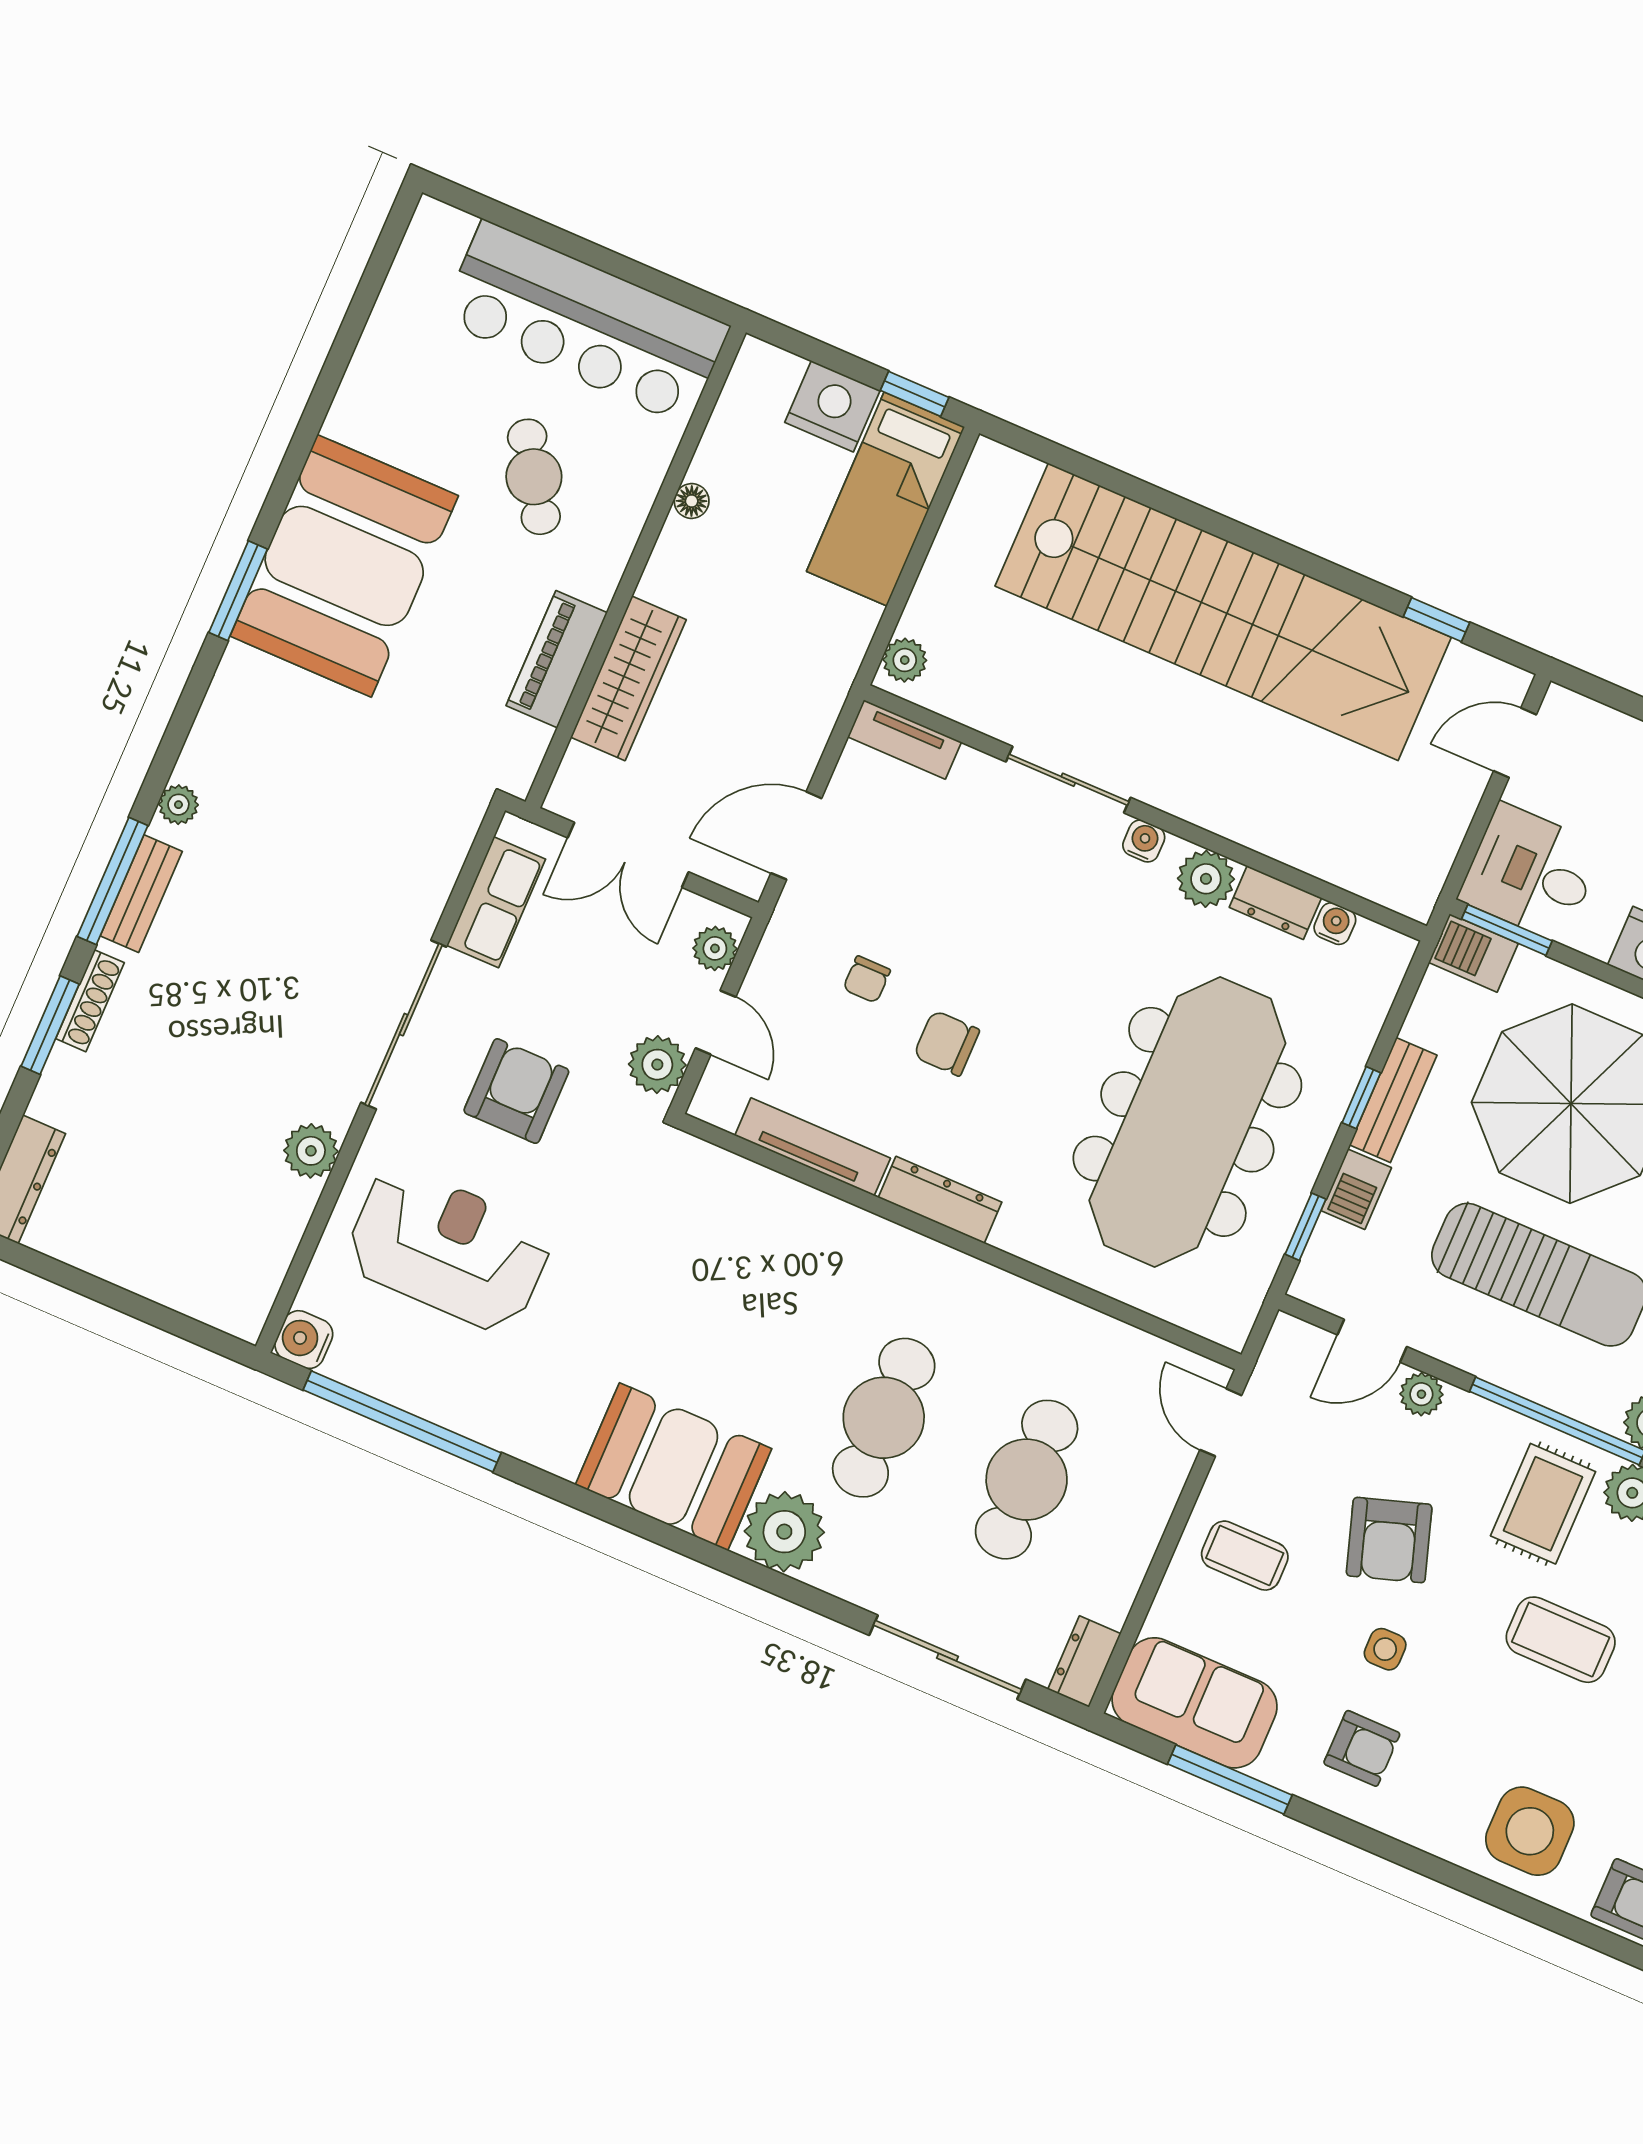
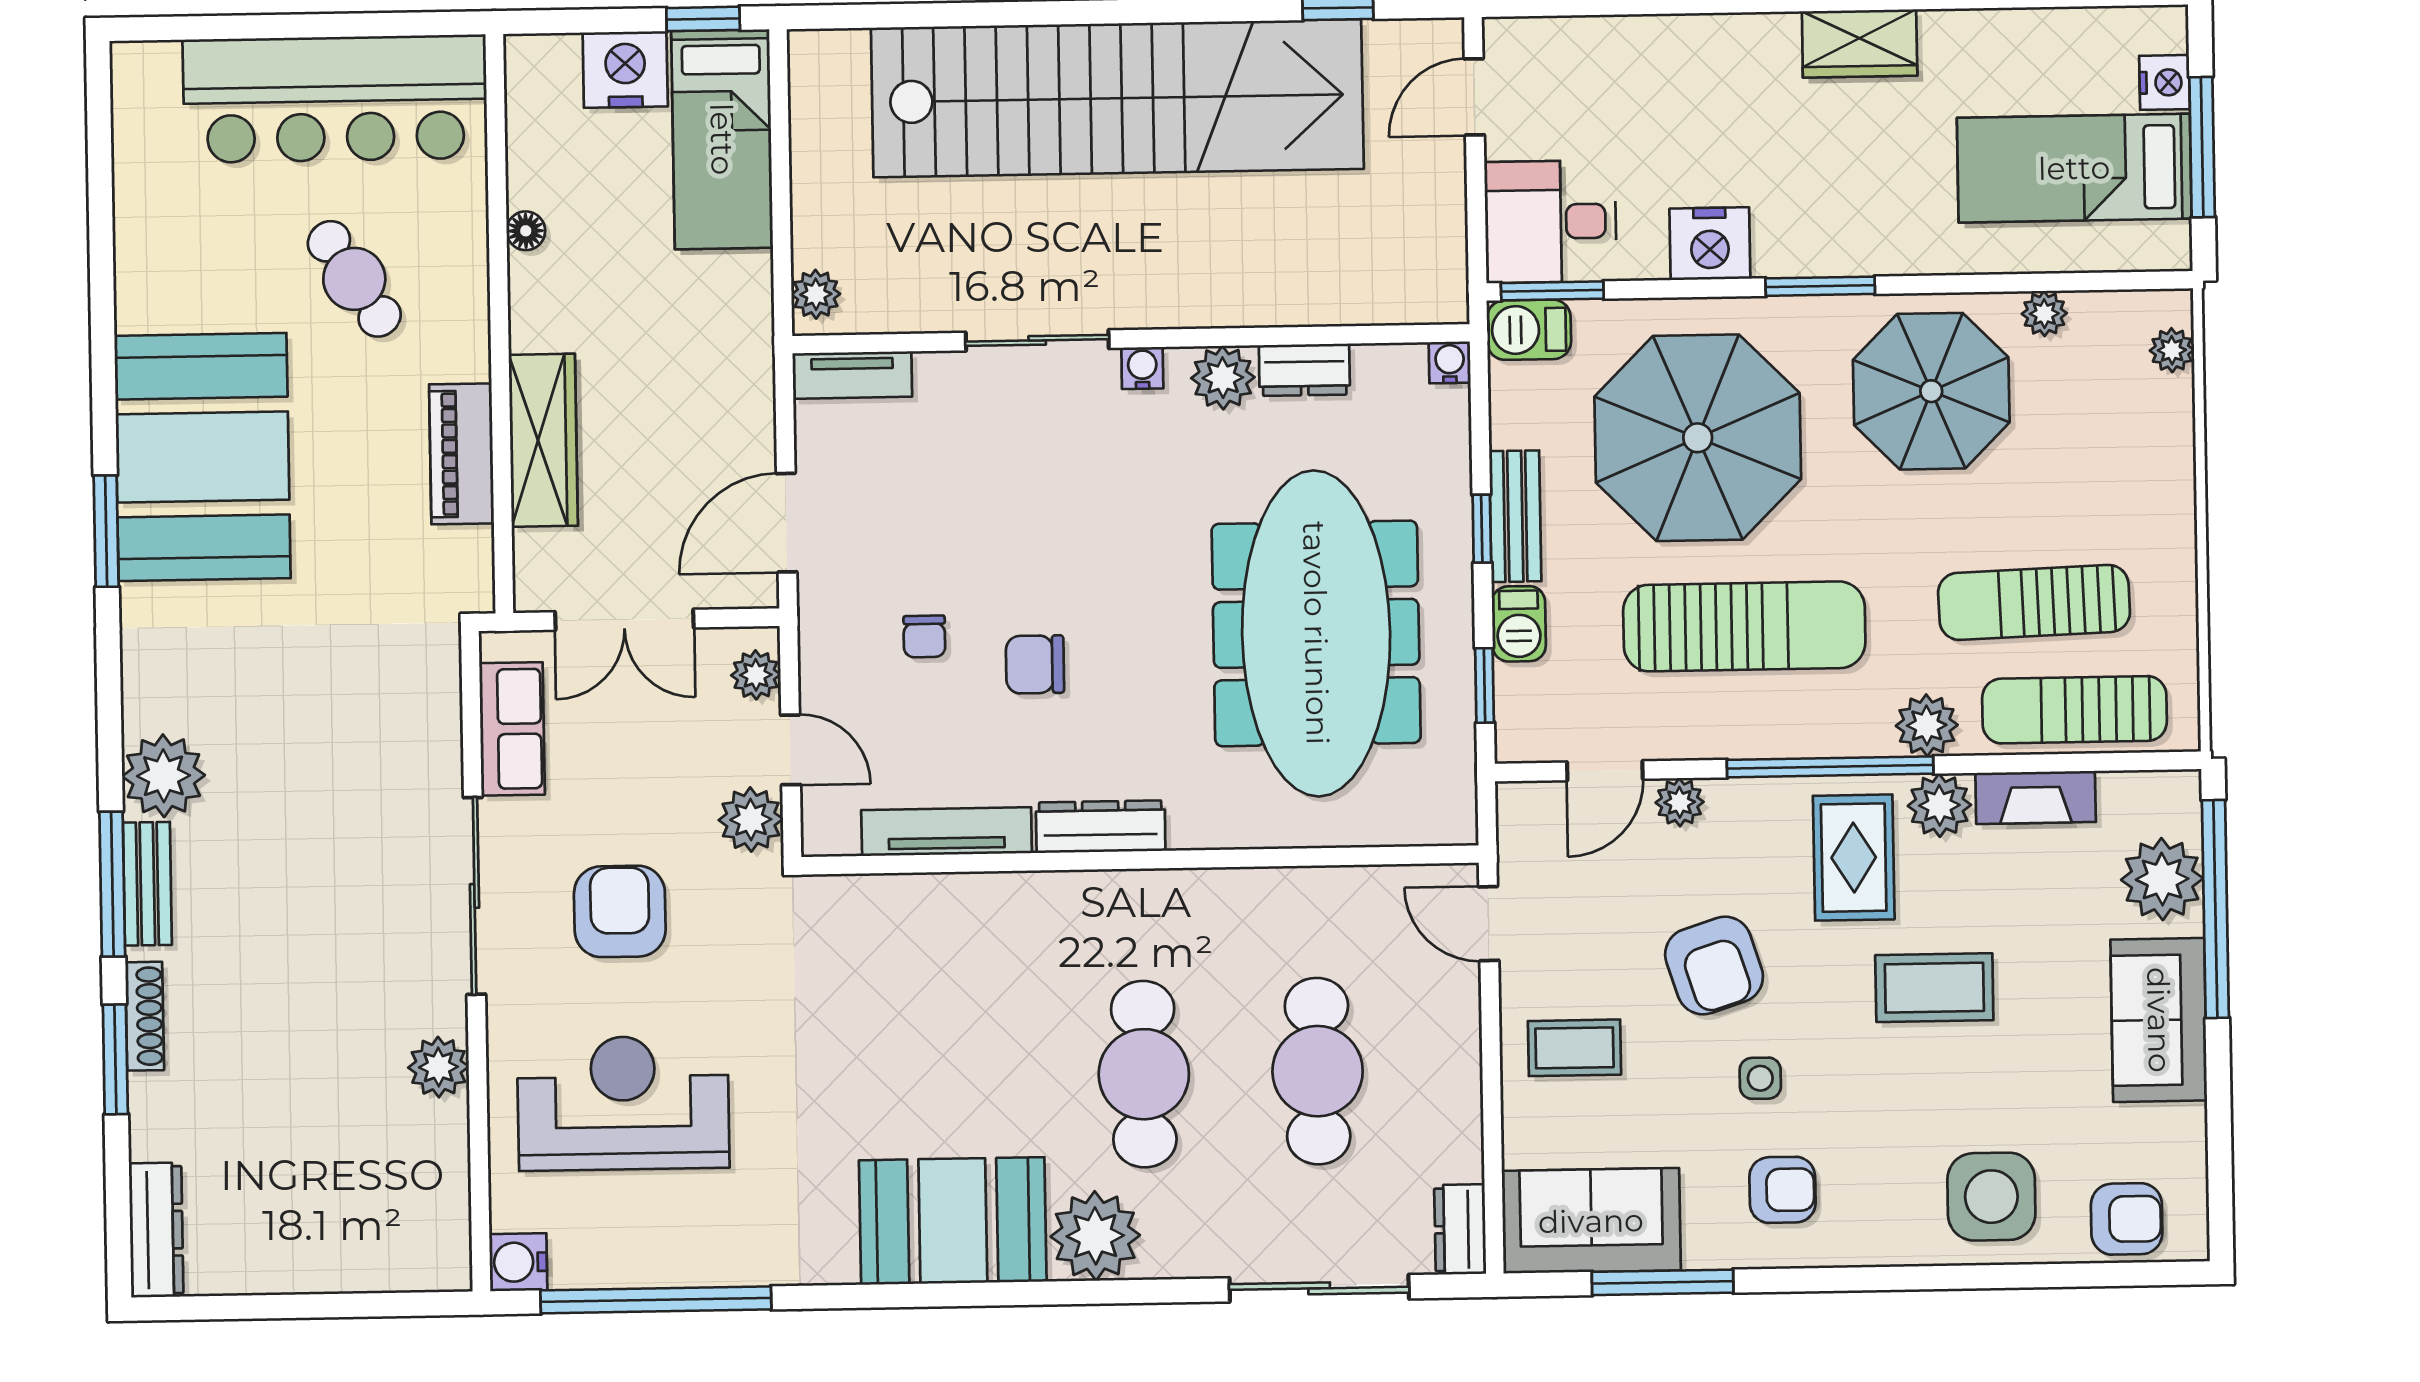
plant: (178, 805) -> (164, 776), width x1.88, depth x1.88
water cooler: (1335, 924) -> (1450, 362), moved

